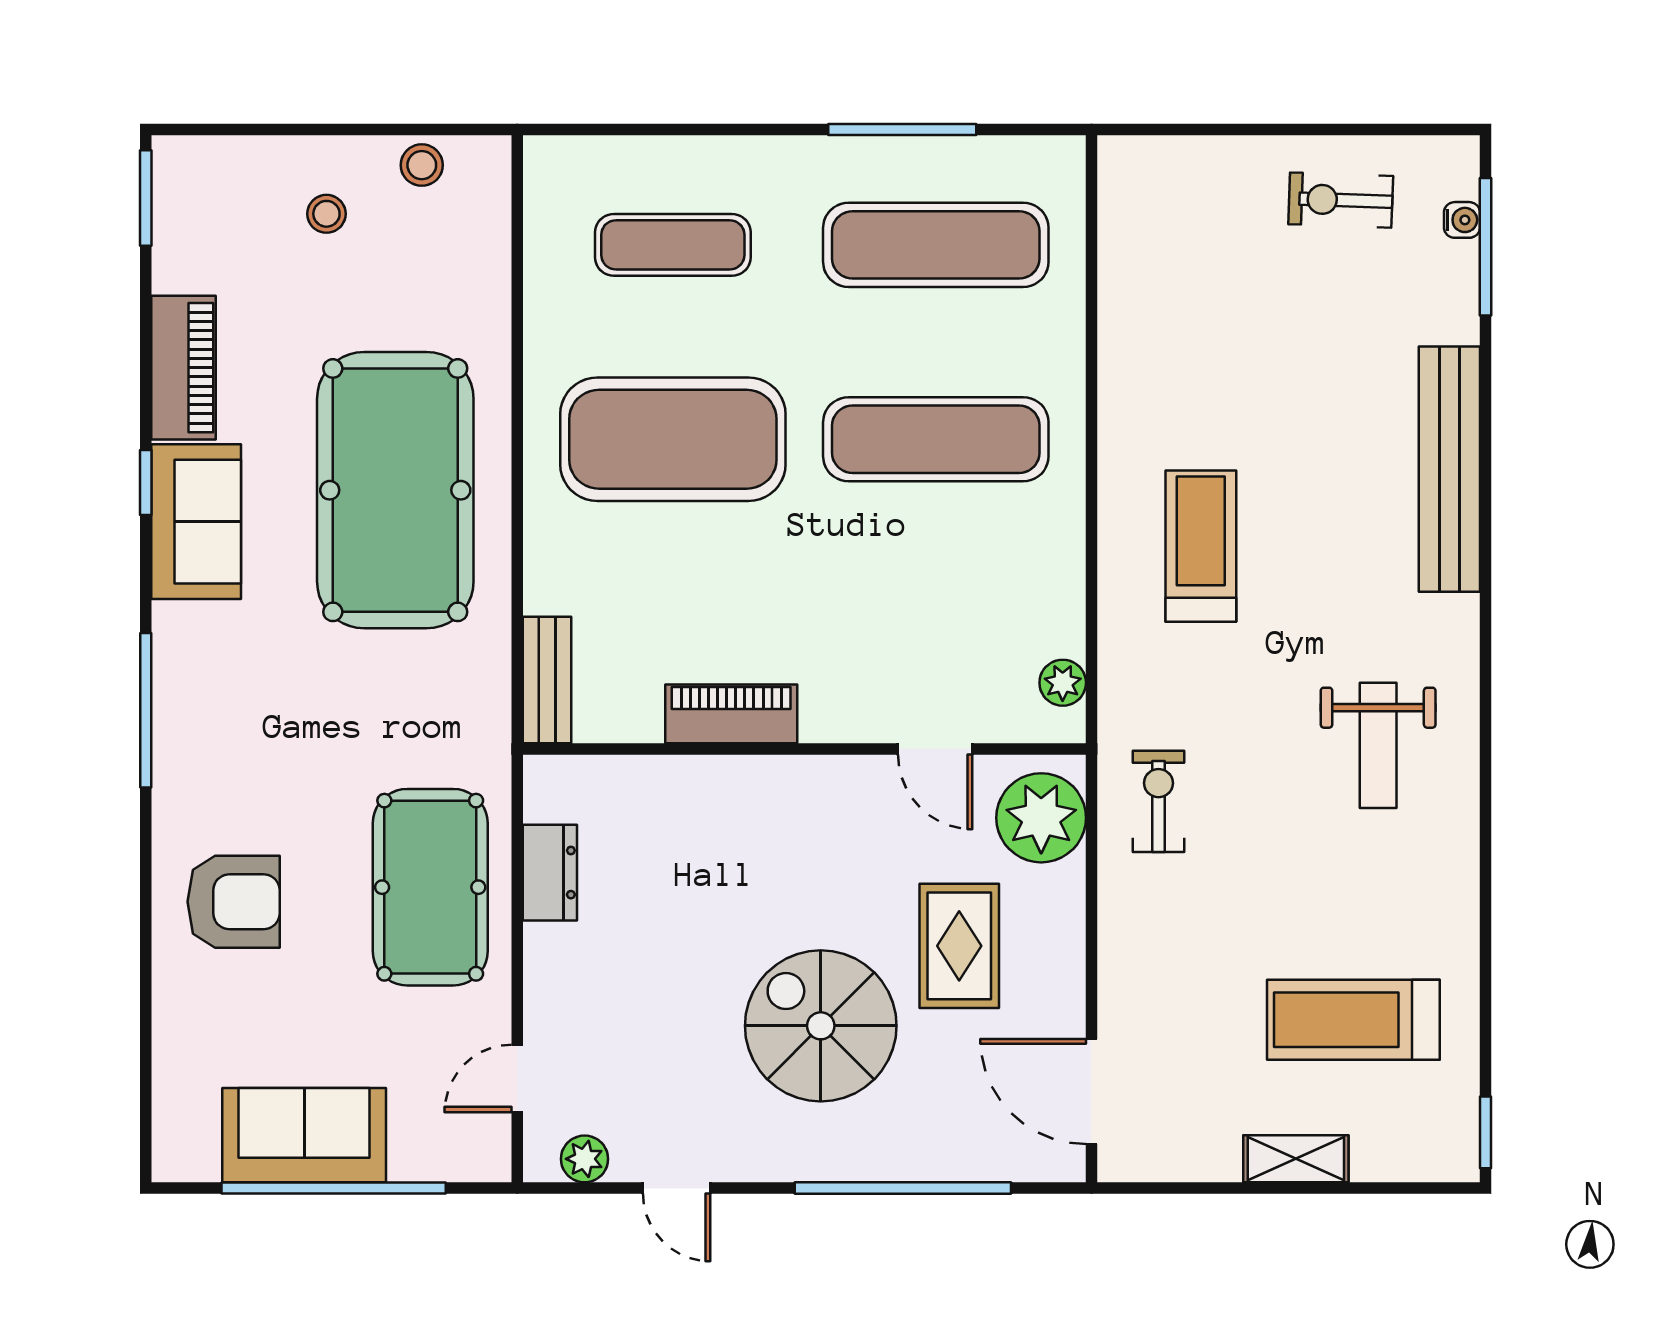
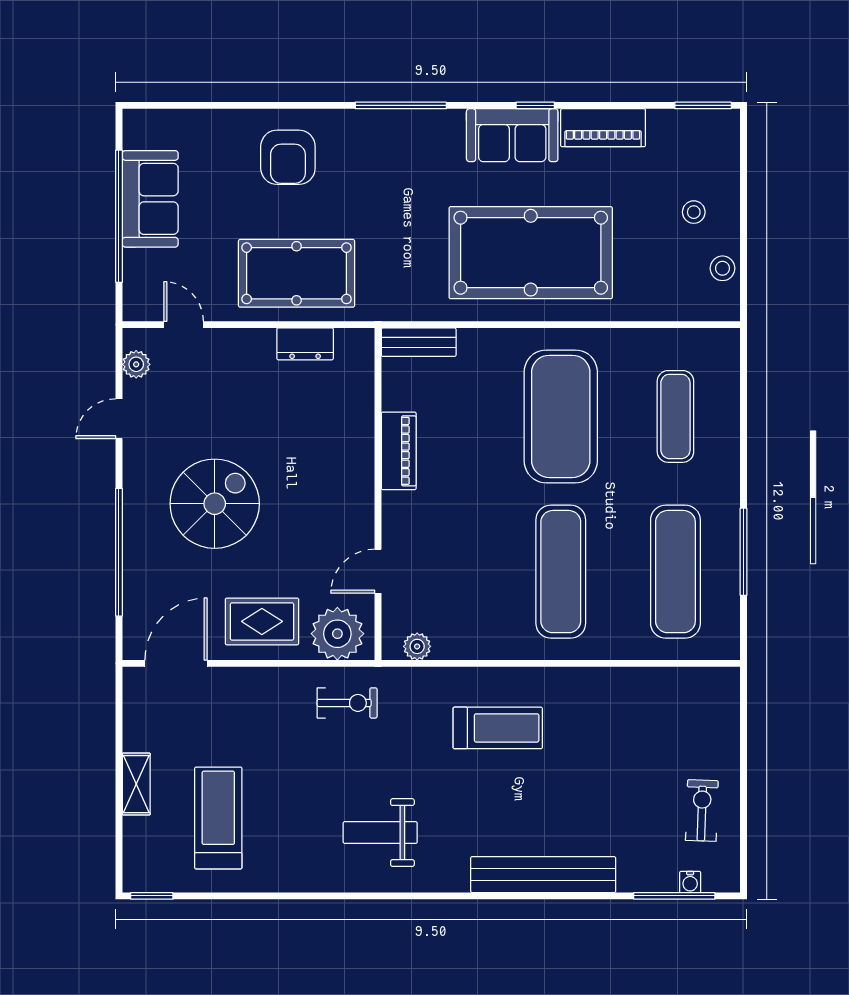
rug: (959, 946) -> (262, 621), moved

